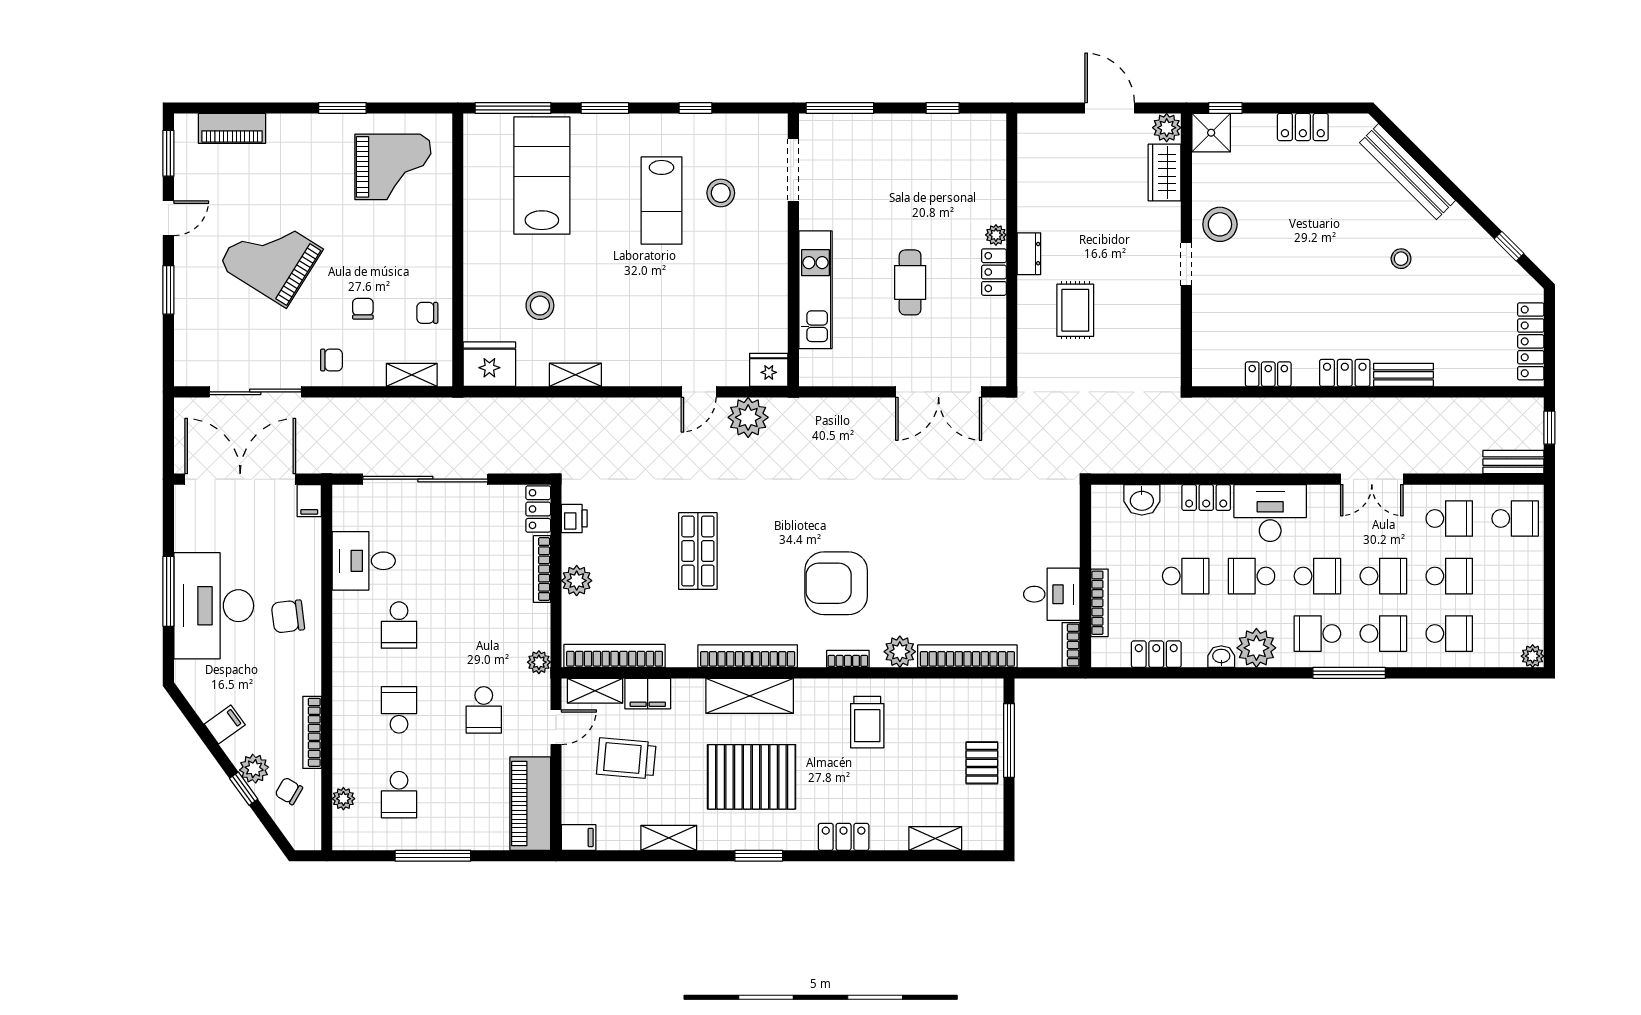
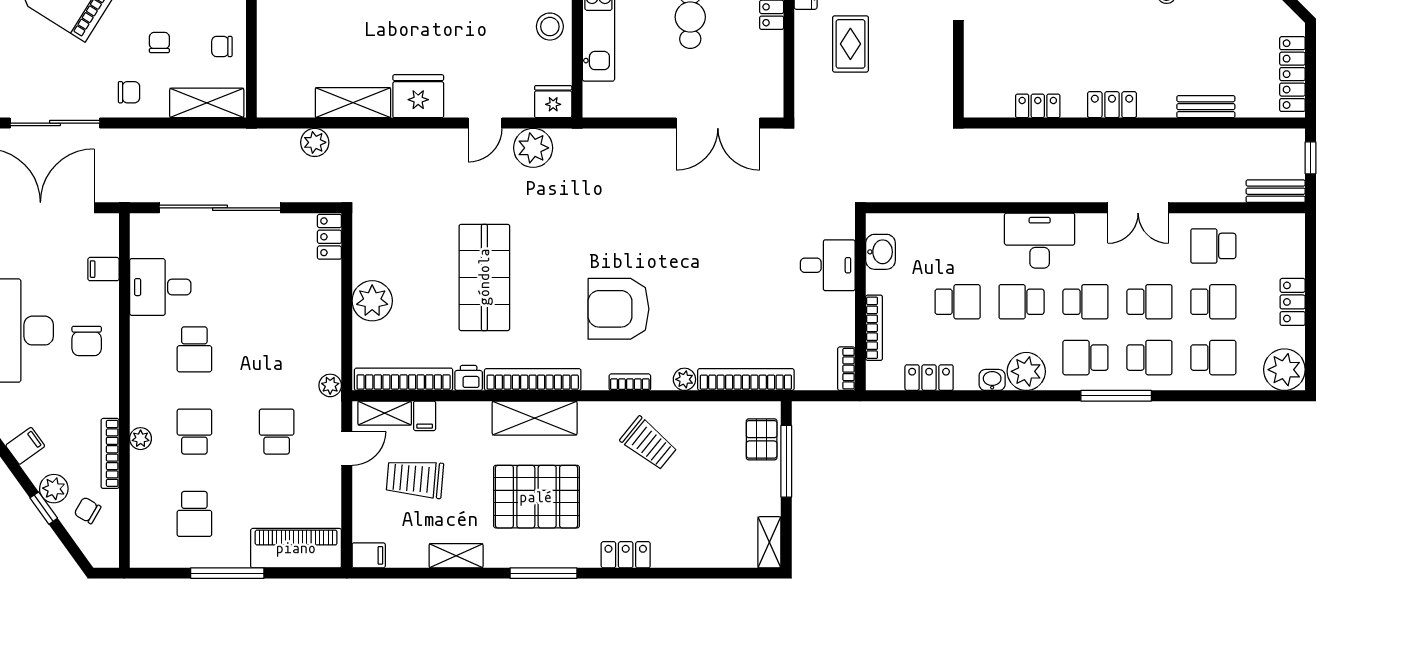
stool: (540, 306) -> (550, 27), moved
fridge: (489, 364) -> (418, 96), moved
shelving: (412, 375) -> (207, 103), width x1.50, depth x1.33
shelving: (575, 375) -> (353, 103), width x1.50, depth x1.33
bench: (1403, 375) -> (1206, 107), moved
plant: (523, 412) -> (315, 142), added
locker: (1206, 498) -> (1293, 302), moved, turned 90
washbasin: (1142, 500) -> (881, 252), moved, turned -90
filing cabinet: (309, 501) -> (103, 269), moved, turned 90
printer: (574, 518) -> (469, 378), moved, turned -90
school desk: (1449, 519) -> (1213, 246), turned 180
school desk: (1515, 519) -> (1277, 246), removed
shop shelf: (698, 551) -> (484, 277), width x1.43, depth x1.36
bookcase: (542, 569) -> (333, 295), removed
plant: (577, 581) -> (372, 301), width x1.36, depth x1.36
desk: (1052, 594) -> (828, 265), moved
chair: (288, 616) -> (87, 341), turned -83
plant: (900, 652) -> (684, 379), width x0.73, depth x0.73
plant: (1533, 656) -> (1284, 370), width x1.88, depth x1.88
filing cabinet: (648, 694) -> (425, 416), width x0.50
school desk: (484, 710) -> (277, 432), turned 180
trolley: (867, 722) -> (649, 443), turned -51
pallet: (982, 763) -> (762, 439), moved
plant: (343, 799) -> (141, 439), moved
piano: (530, 804) -> (296, 548), moved, turned 90
shelving: (935, 838) -> (769, 542), moved, turned 90
window: (759, 856) -> (543, 573), width x1.44

